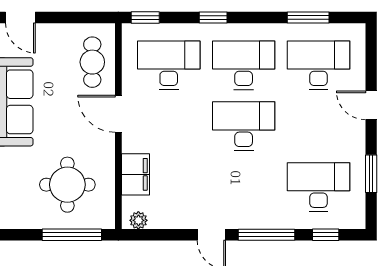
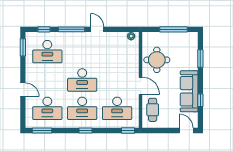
window: (213, 17) -> (85, 131), moved
window: (308, 17) -> (42, 131), moved
filing cabinet: (136, 174) -> (133, 58), removed
window: (371, 174) -> (23, 47), moved
round table: (67, 185) -> (157, 60), moved
window: (72, 235) -> (174, 29), moved

